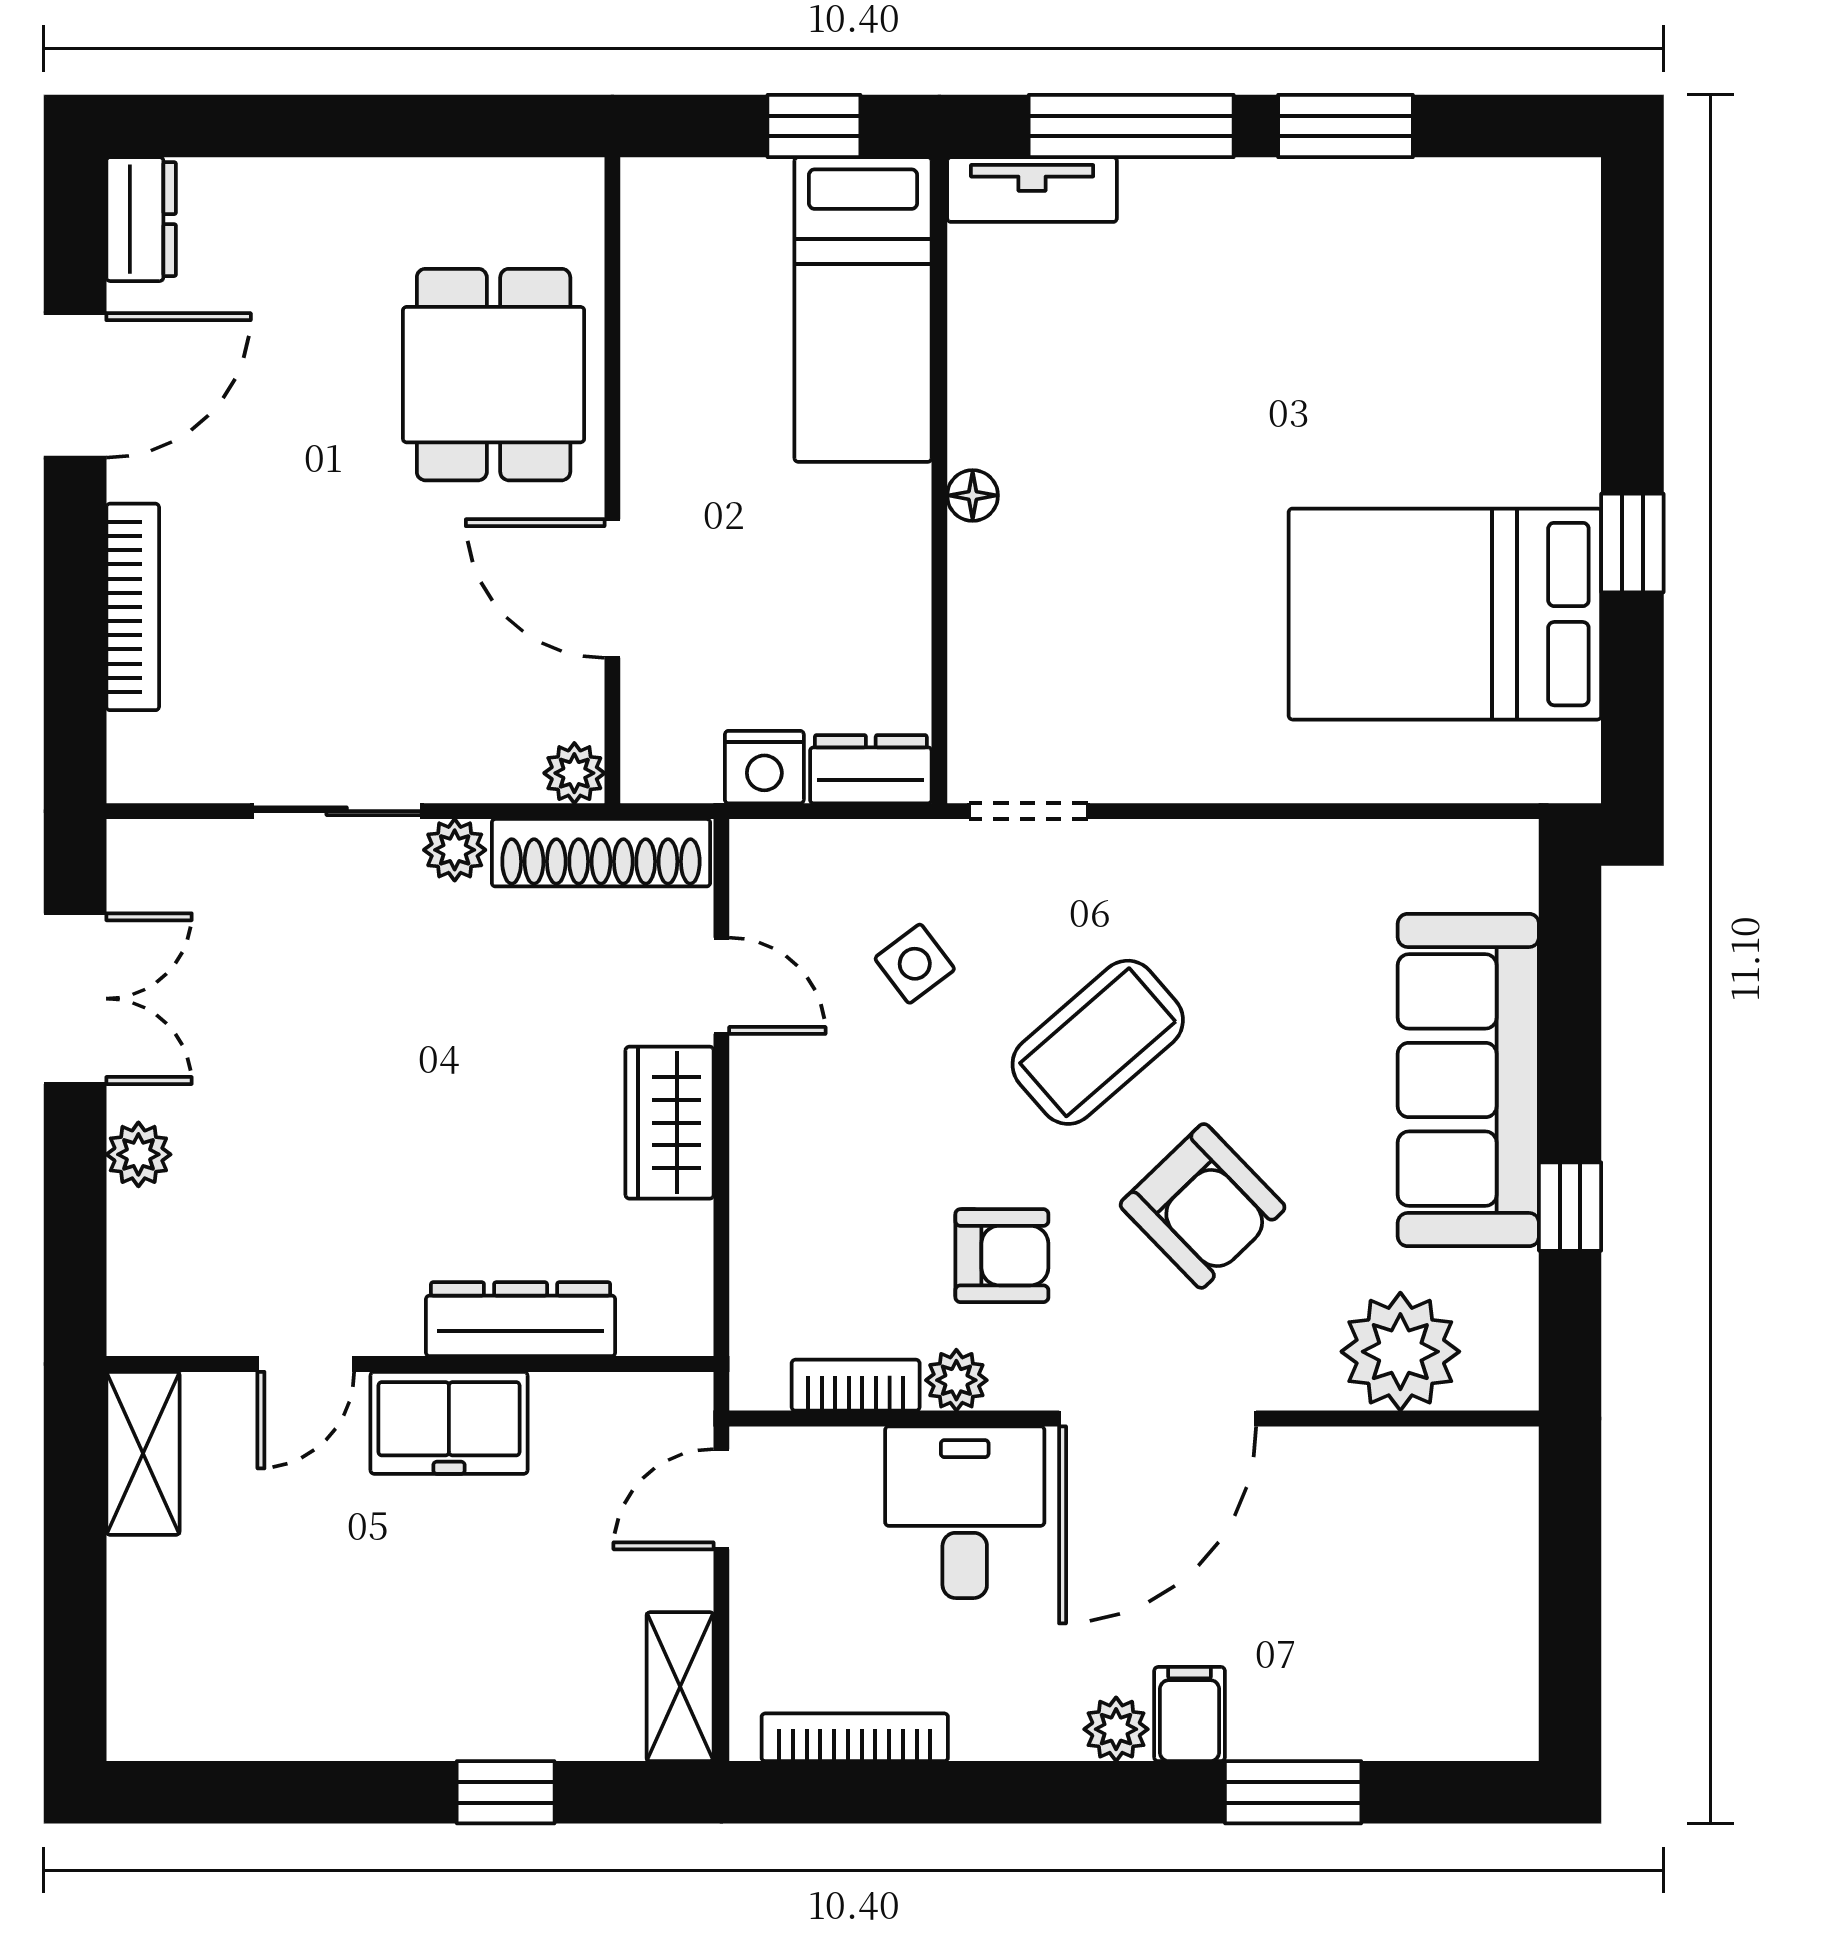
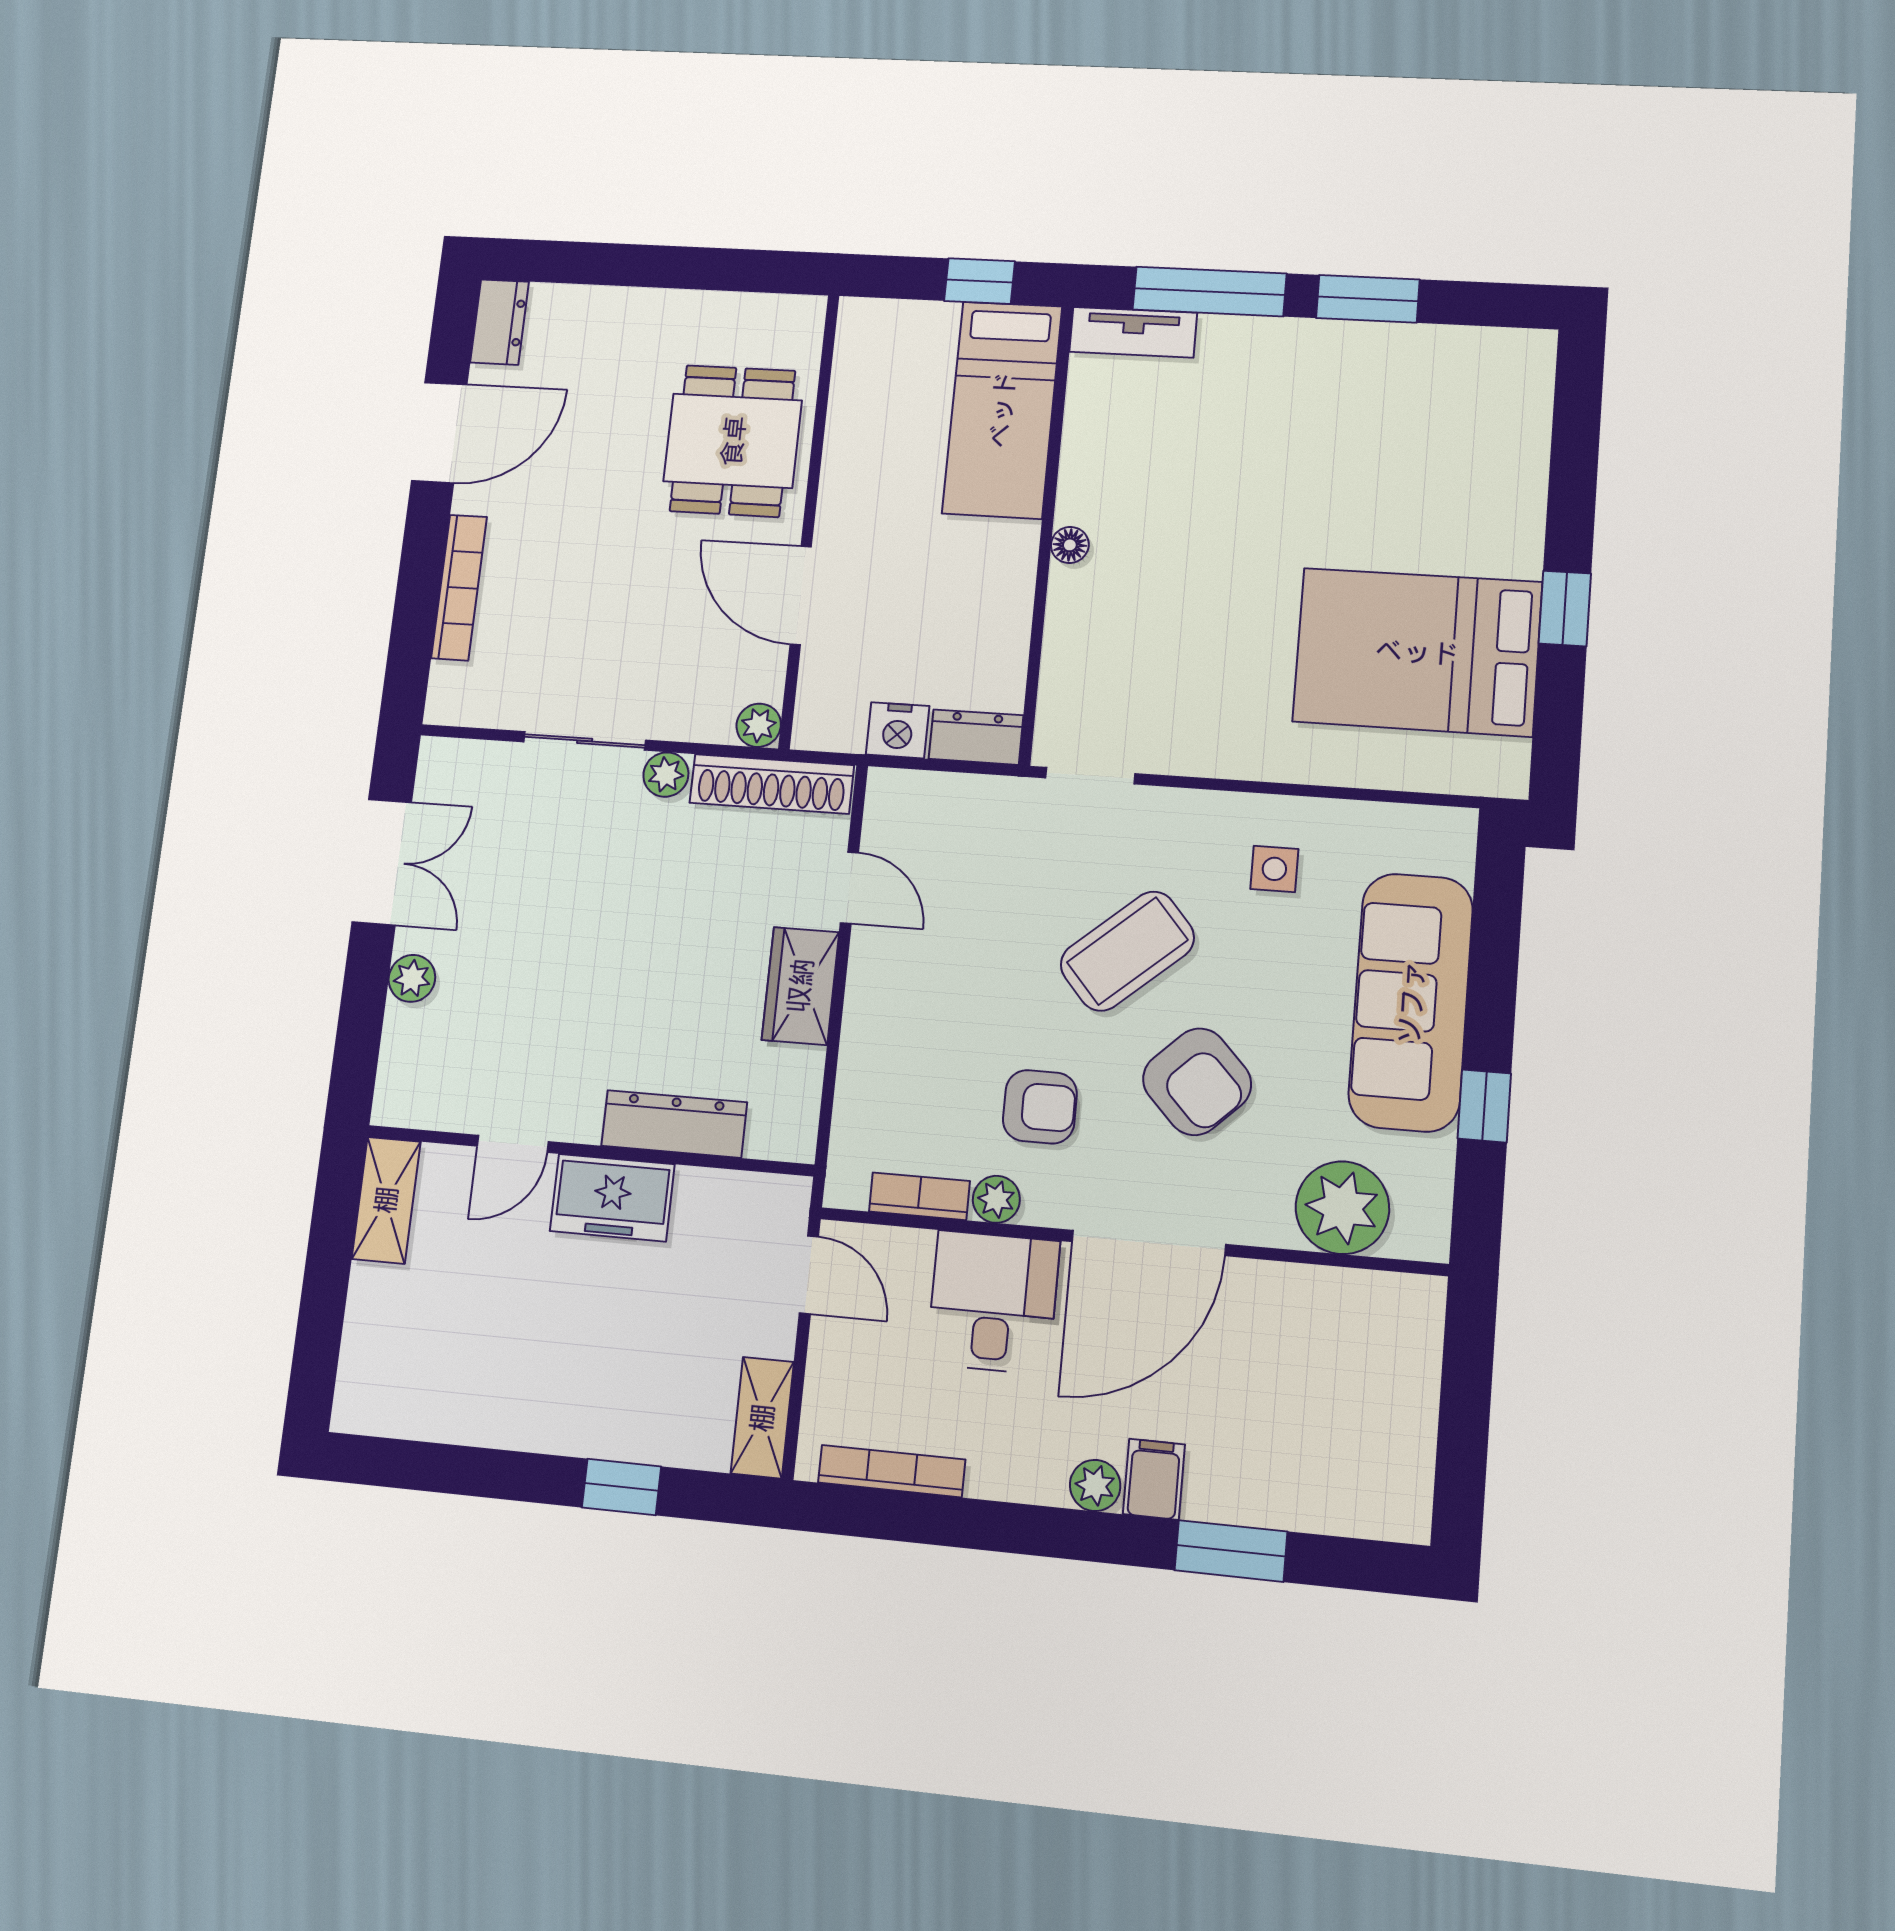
side table: (915, 964) -> (1274, 869), moved, turned 37
door: (721, 1499) -> (809, 1275), swing flipped

